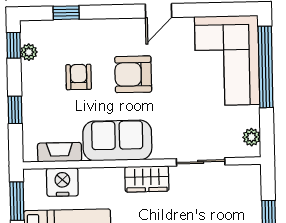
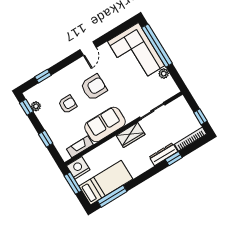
armchair: (133, 74) -> (94, 87), turned 180
armchair: (79, 77) -> (68, 104), turned 90
plant: (252, 137) -> (164, 74), moved
nightstand: (62, 182) -> (78, 168), moved

